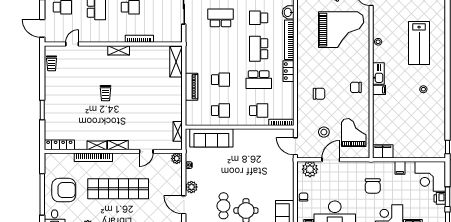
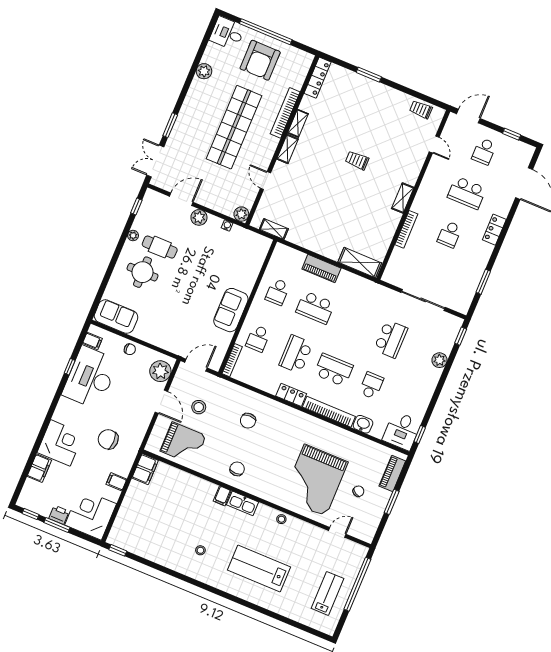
school desk: (220, 80) -> (315, 308), width x1.85
sofa: (211, 138) -> (231, 310), moved, width x0.73

